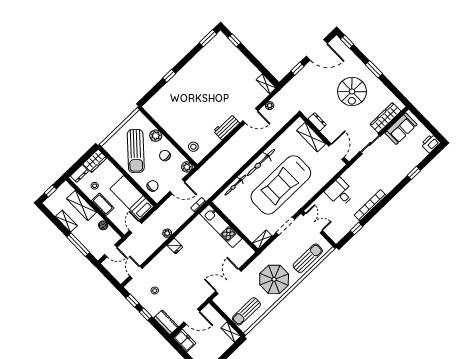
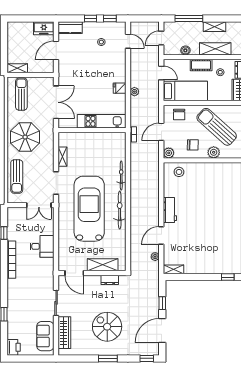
kitchen unit: (221, 226) -> (102, 121), moved
wall: (234, 227) -> (92, 130), moved

